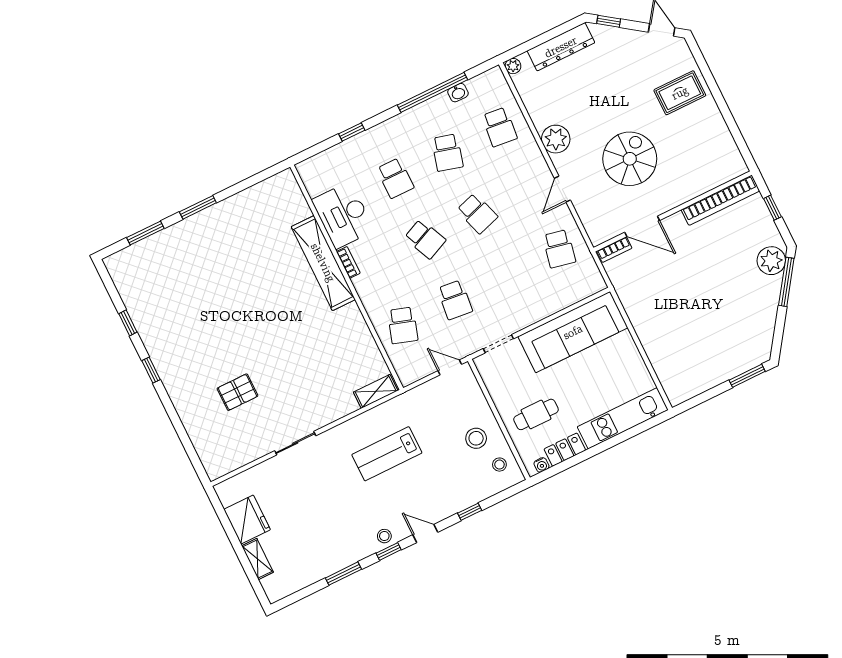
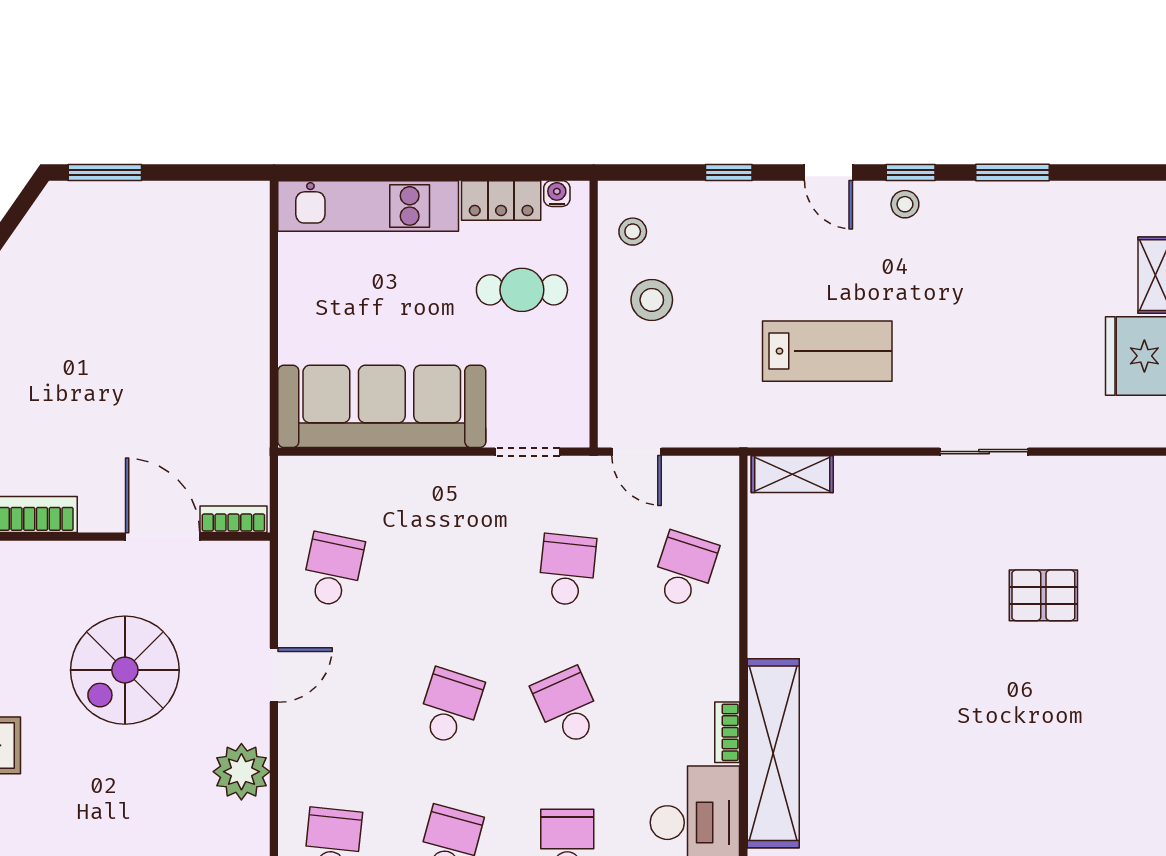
school desk: (477, 213) -> (450, 707), turned 36

